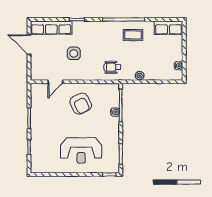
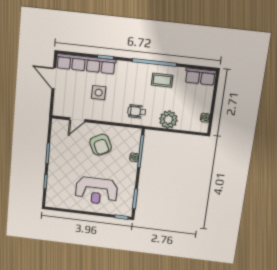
row of seats: (51, 28) -> (86, 64), width x1.36
plant: (140, 76) -> (168, 120), width x1.88, depth x1.88

